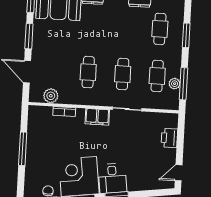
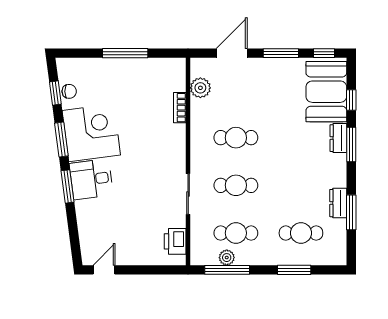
filing cabinet: (97, 117) -> (175, 154), removed
printer: (169, 138) -> (175, 241), moved, turned -90
door: (179, 173) -> (104, 270), hinge flipped

